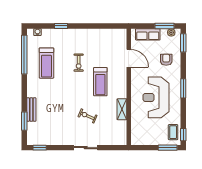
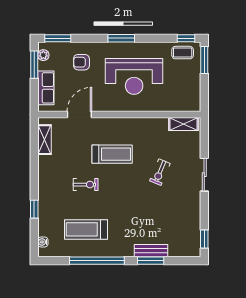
shelving: (111, 33) -> (45, 140), added
window: (24, 55) -> (97, 261), moved
treadmill: (46, 63) -> (86, 229), turned 180
shelving: (122, 109) -> (183, 124), moved
window: (24, 121) -> (151, 261), moved

